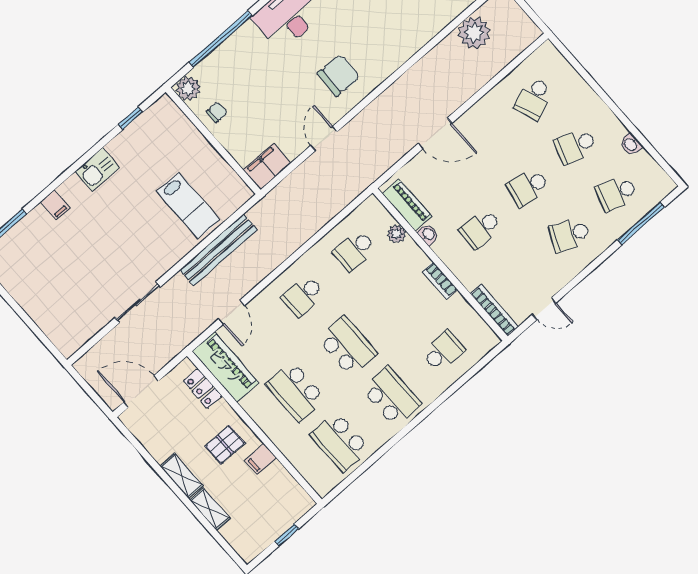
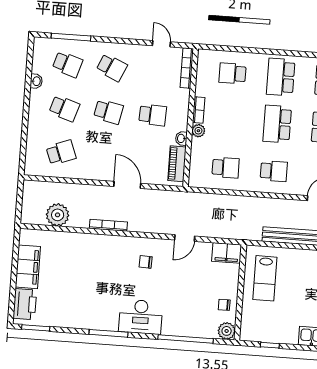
bookcase: (413, 74) -> (108, 225), added
chair: (339, 75) -> (146, 262), width x0.54, depth x0.54
lab bench: (188, 206) -> (265, 278), moved, turned 180
plant: (397, 234) -> (198, 131), moved

